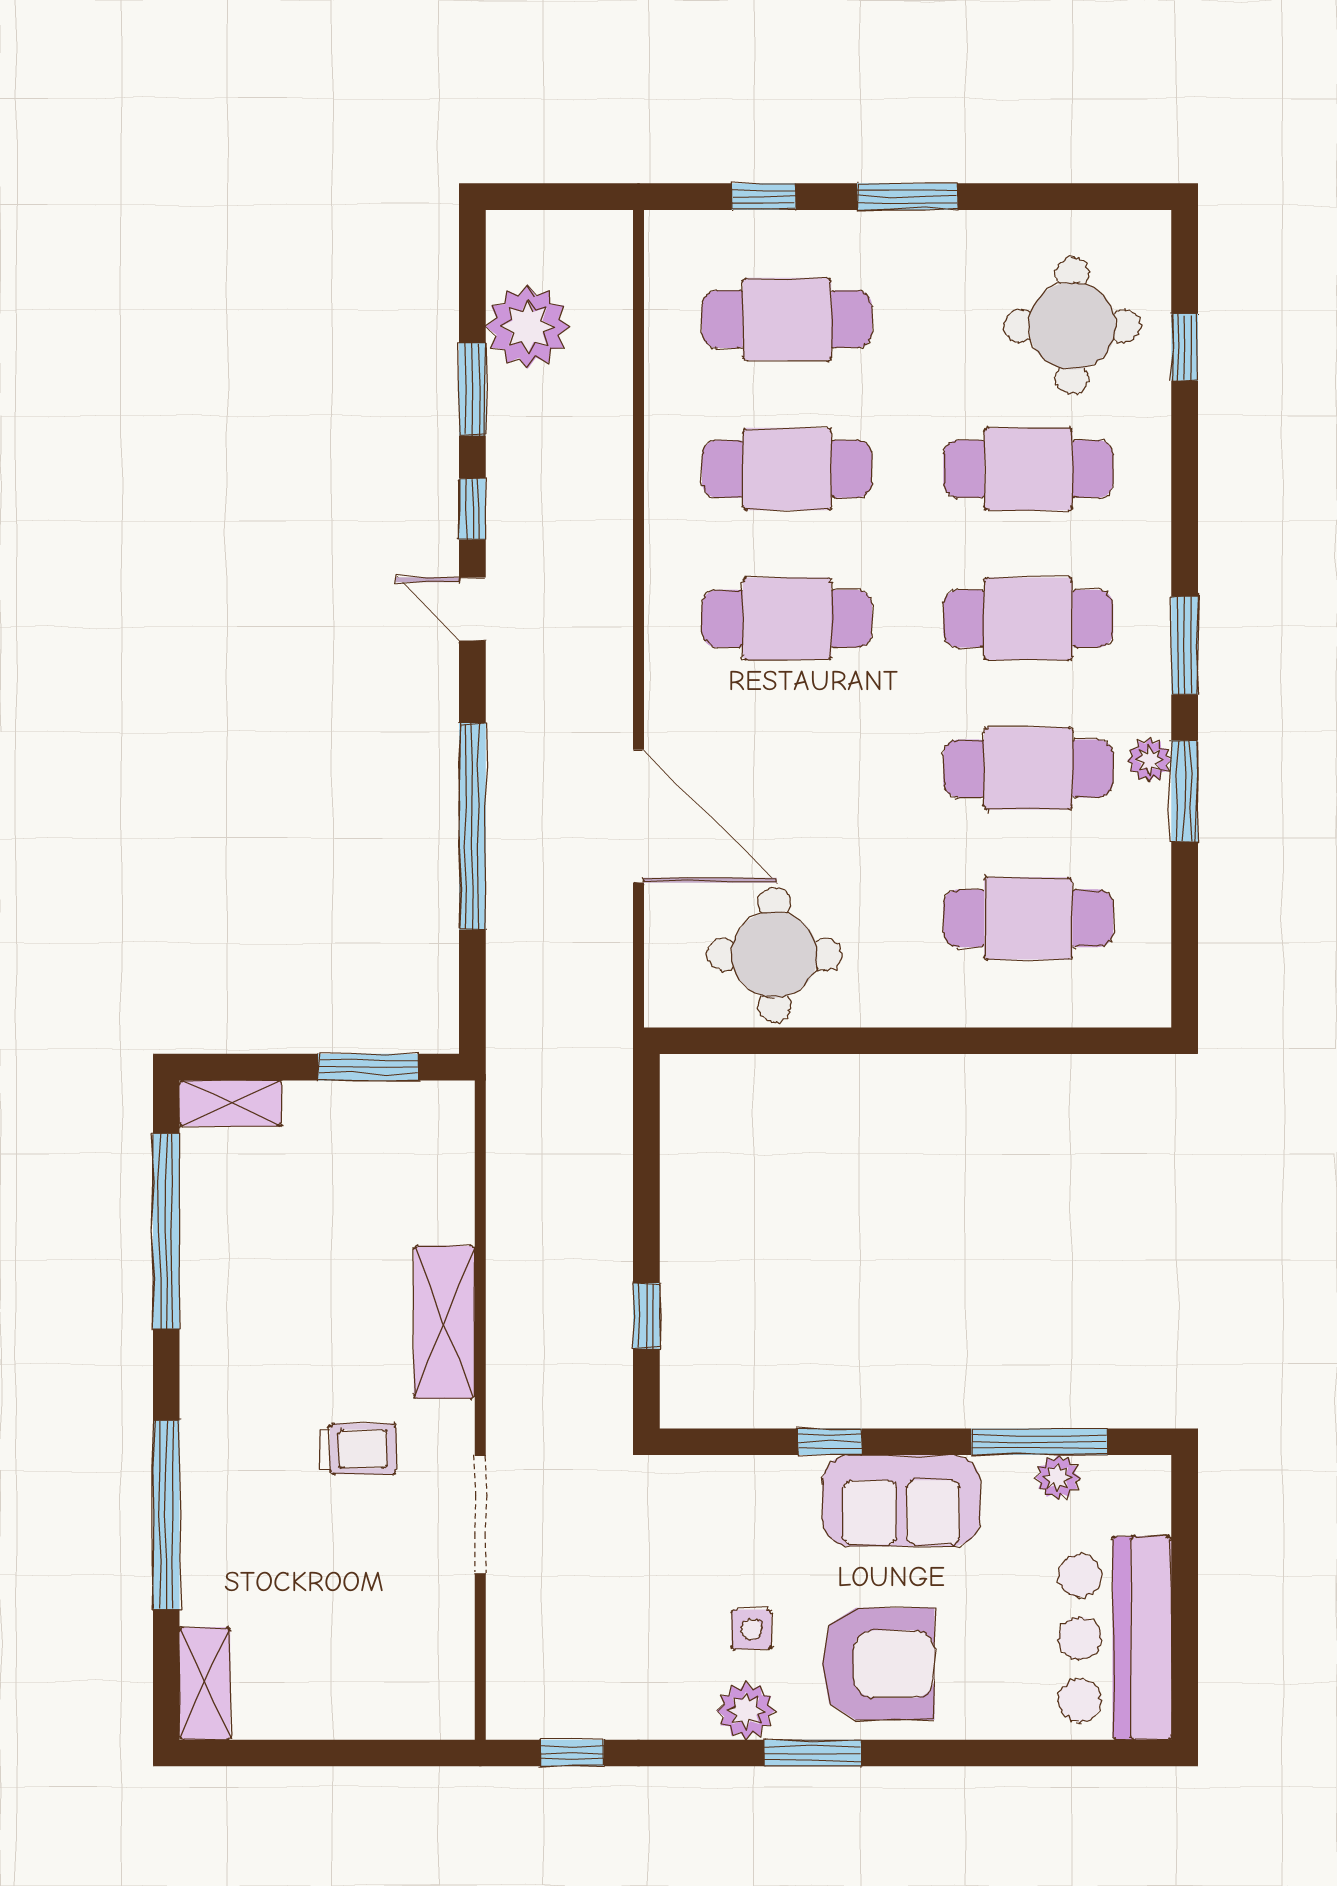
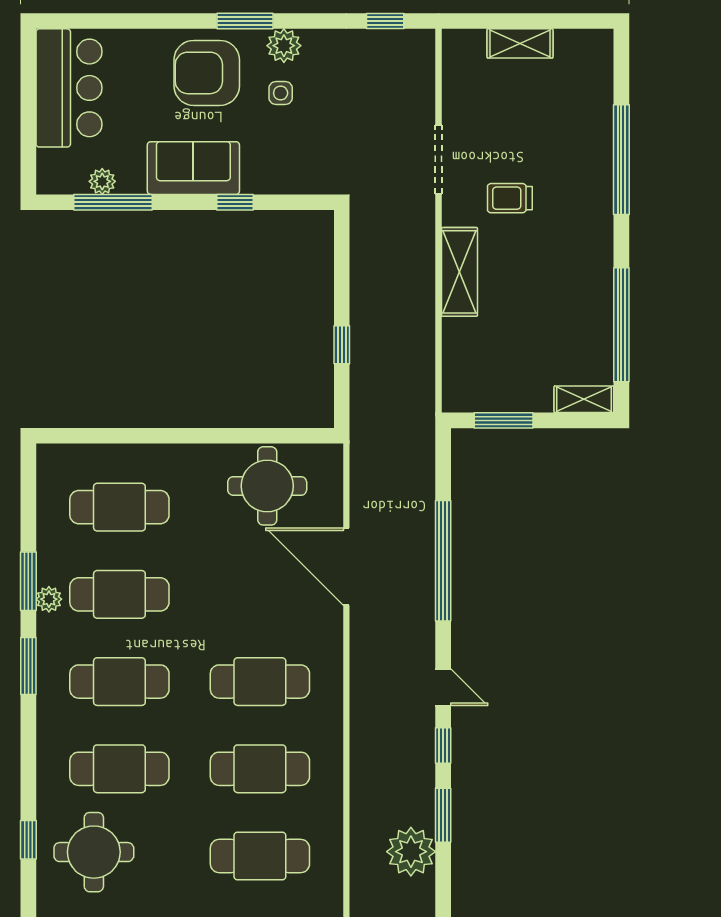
window: (646, 1316) -> (342, 345), moved
shelving: (205, 1683) -> (520, 43), moved, turned 90

